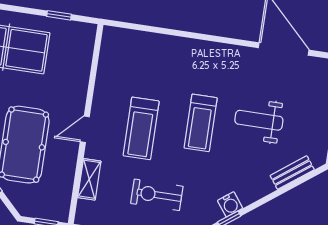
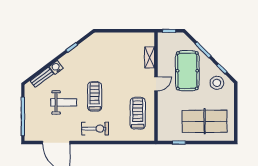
treadmill: (141, 128) -> (138, 113), moved
exercise bike: (157, 195) -> (95, 129), moved
water cooler: (230, 204) -> (56, 67), moved

